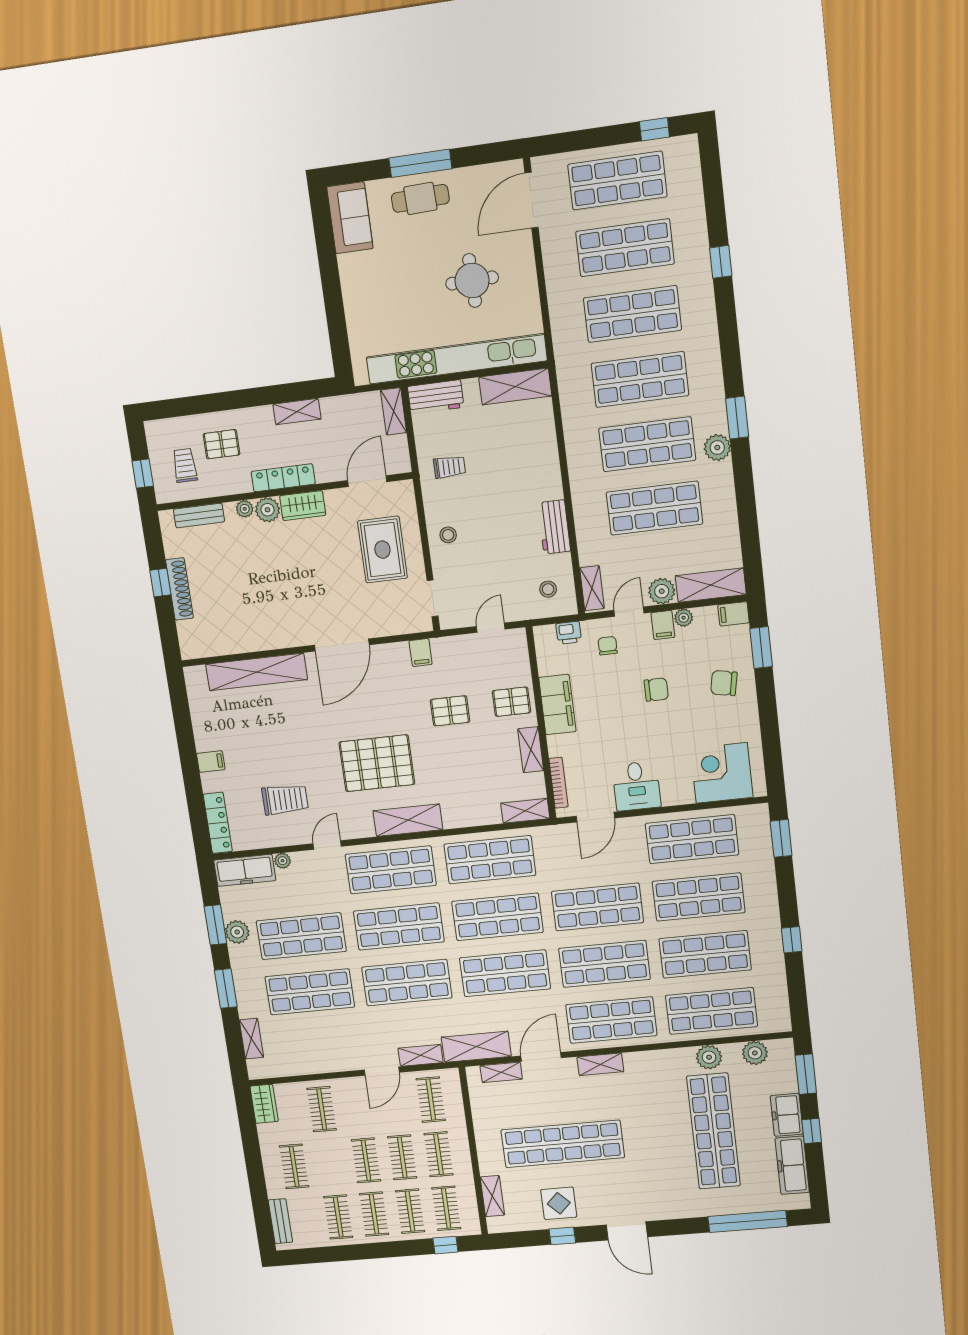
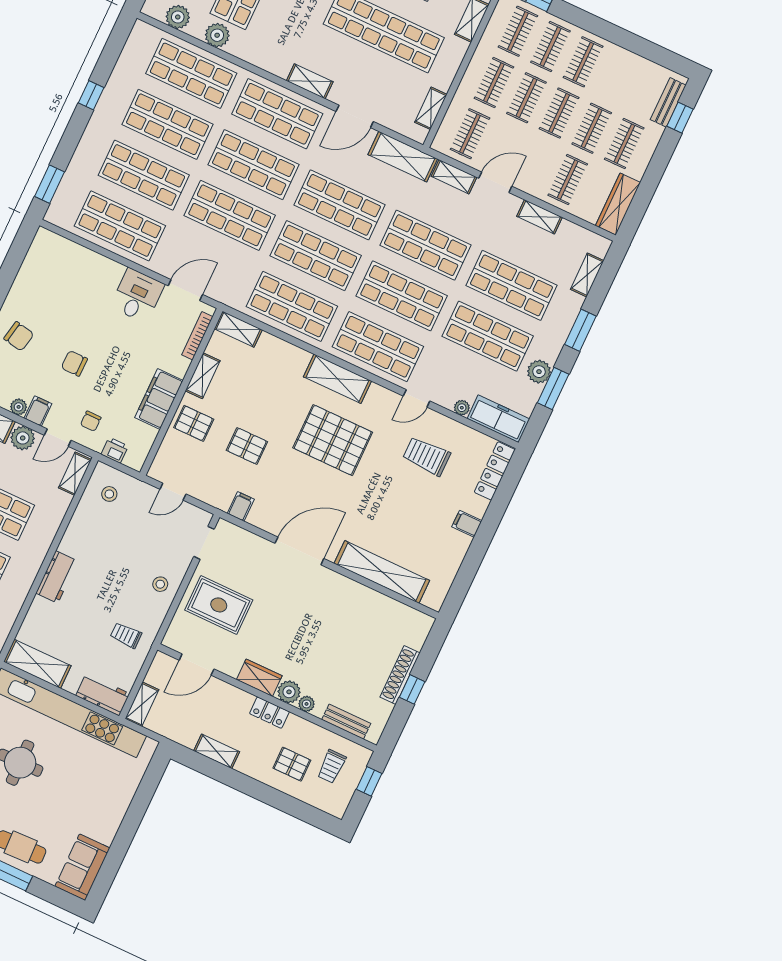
locker: (283, 478) -> (269, 713), width x0.66
workbench: (554, 527) -> (57, 577), moved
rug: (382, 550) -> (219, 605), turned 90
corner desk: (722, 773) -> (64, 266), removed
shelving: (325, 1064) -> (539, 217), added
shelving: (501, 1072) -> (431, 108), moved, turned 90
wardrobe: (264, 1104) -> (618, 204), width x1.50
window: (262, 1214) -> (680, 118), added
clothes rail: (338, 1217) -> (592, 128), moved

